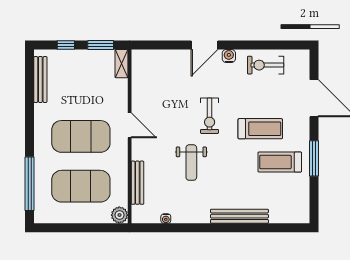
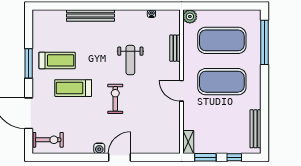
exercise bike: (266, 65) -> (48, 140), moved
weight bench: (191, 163) -> (130, 60), turned 180
bench: (137, 183) -> (175, 48), width x0.73

